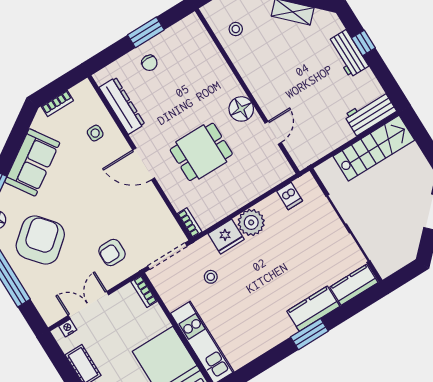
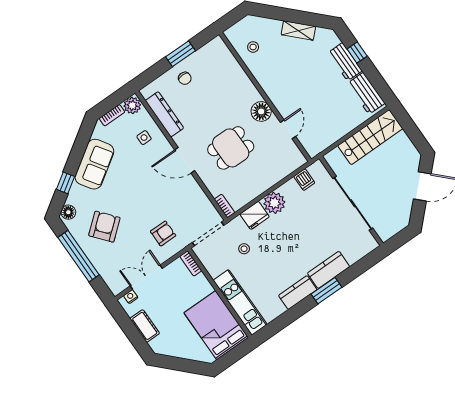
plant: (83, 93) -> (132, 105), added
workbench: (370, 113) -> (366, 93), moved, turned -90
armchair: (40, 240) -> (104, 227), width x0.73, depth x0.73
armchair: (112, 253) -> (163, 233), turned 180
kitchen counter: (354, 285) -> (298, 292), moved

